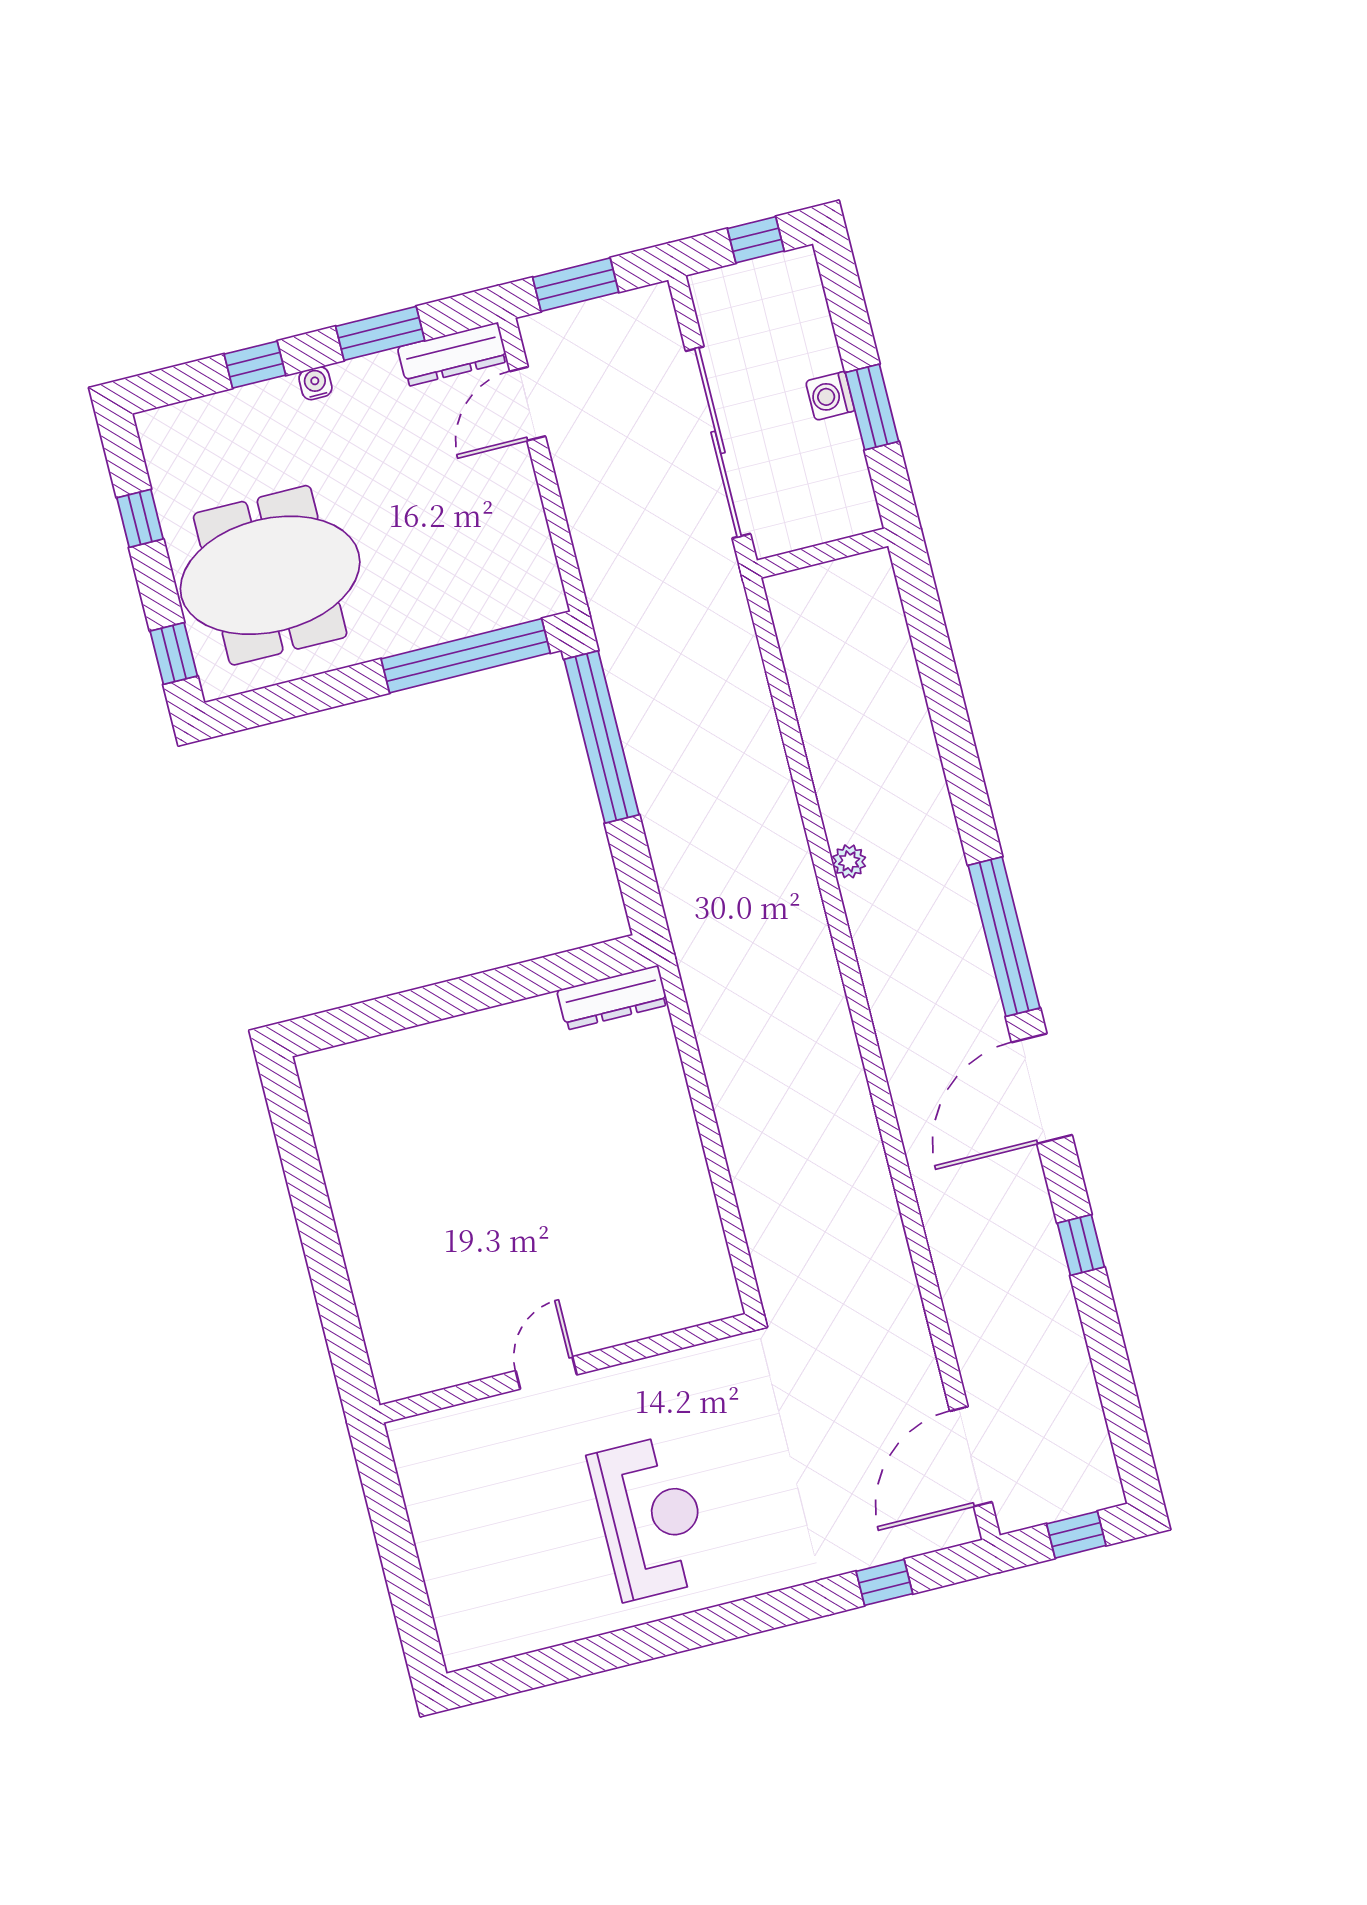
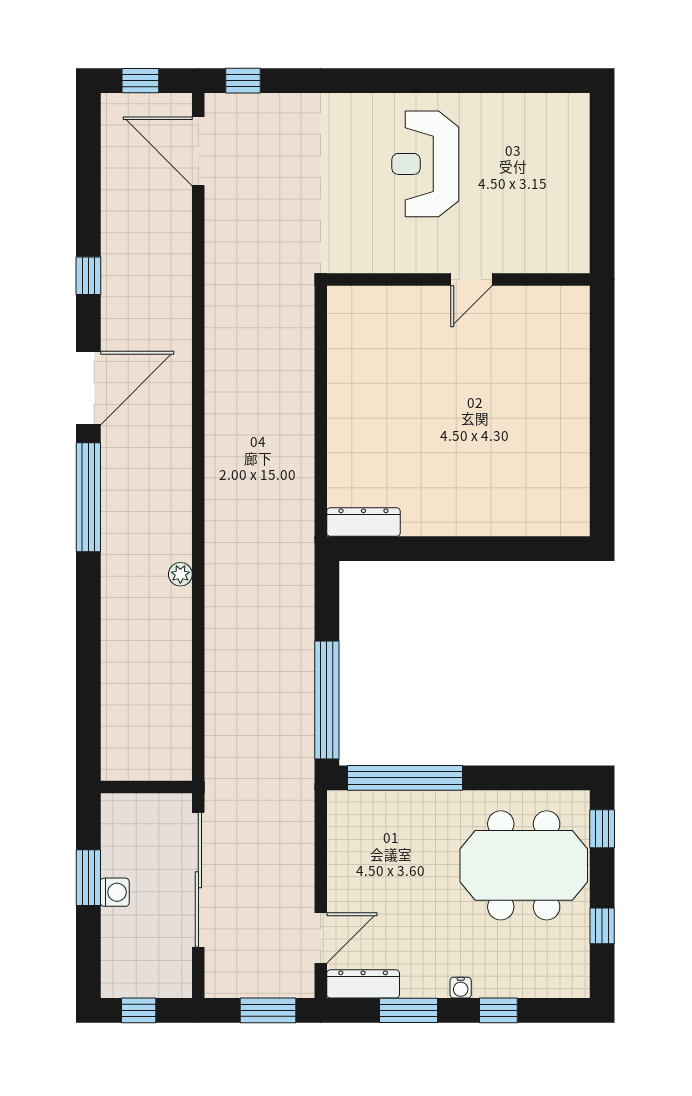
door: (971, 1456) -> (198, 151), swing flipped
window: (884, 1582) -> (243, 81), moved

